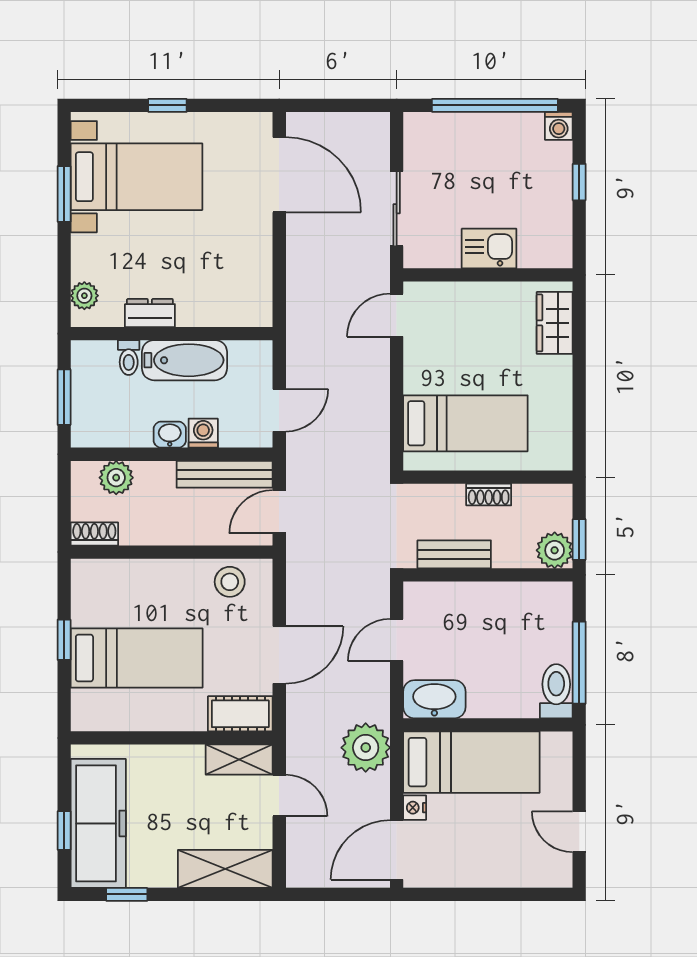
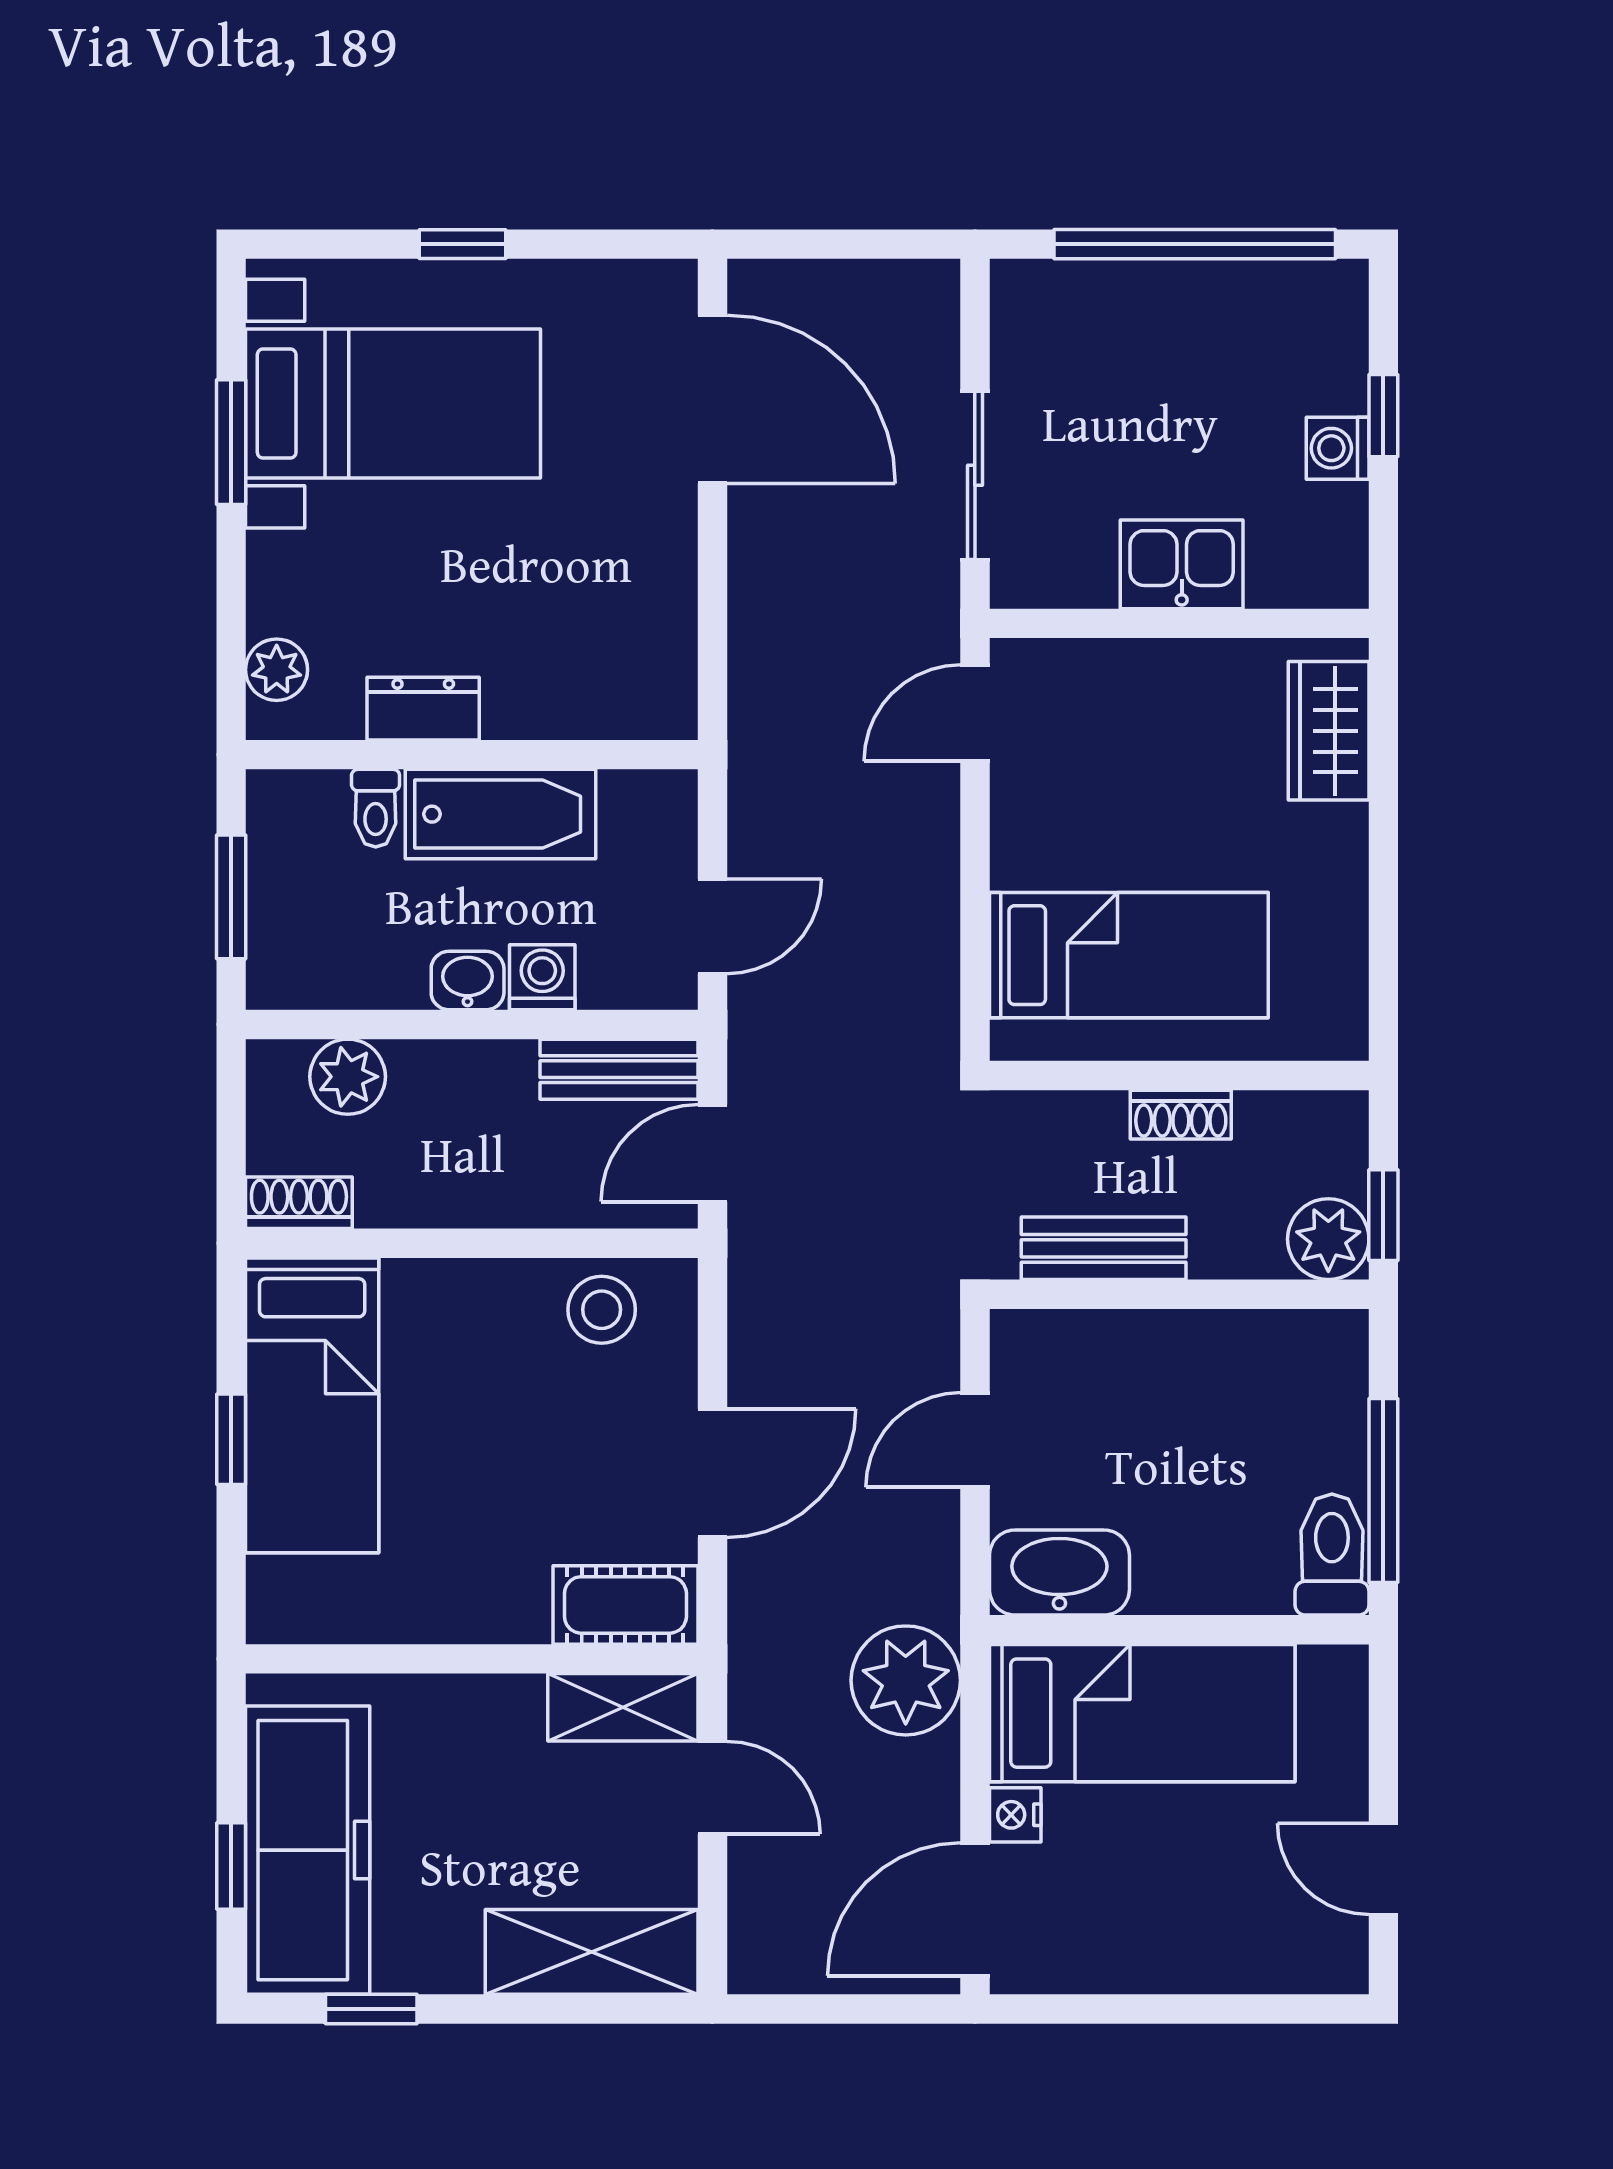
washing machine: (559, 126) -> (1338, 448), moved, turned 90
bench: (225, 474) -> (619, 1069), width x0.73
bed: (137, 658) -> (312, 1405), moved, turned 90

